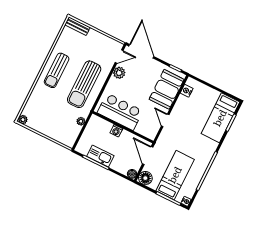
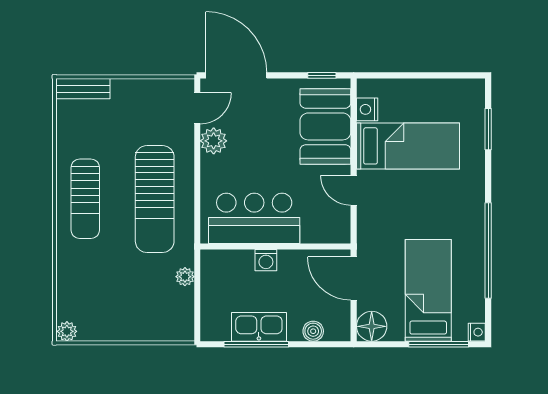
bed: (220, 118) -> (408, 146), moved, turned -90
boiler: (132, 174) -> (313, 331), moved

